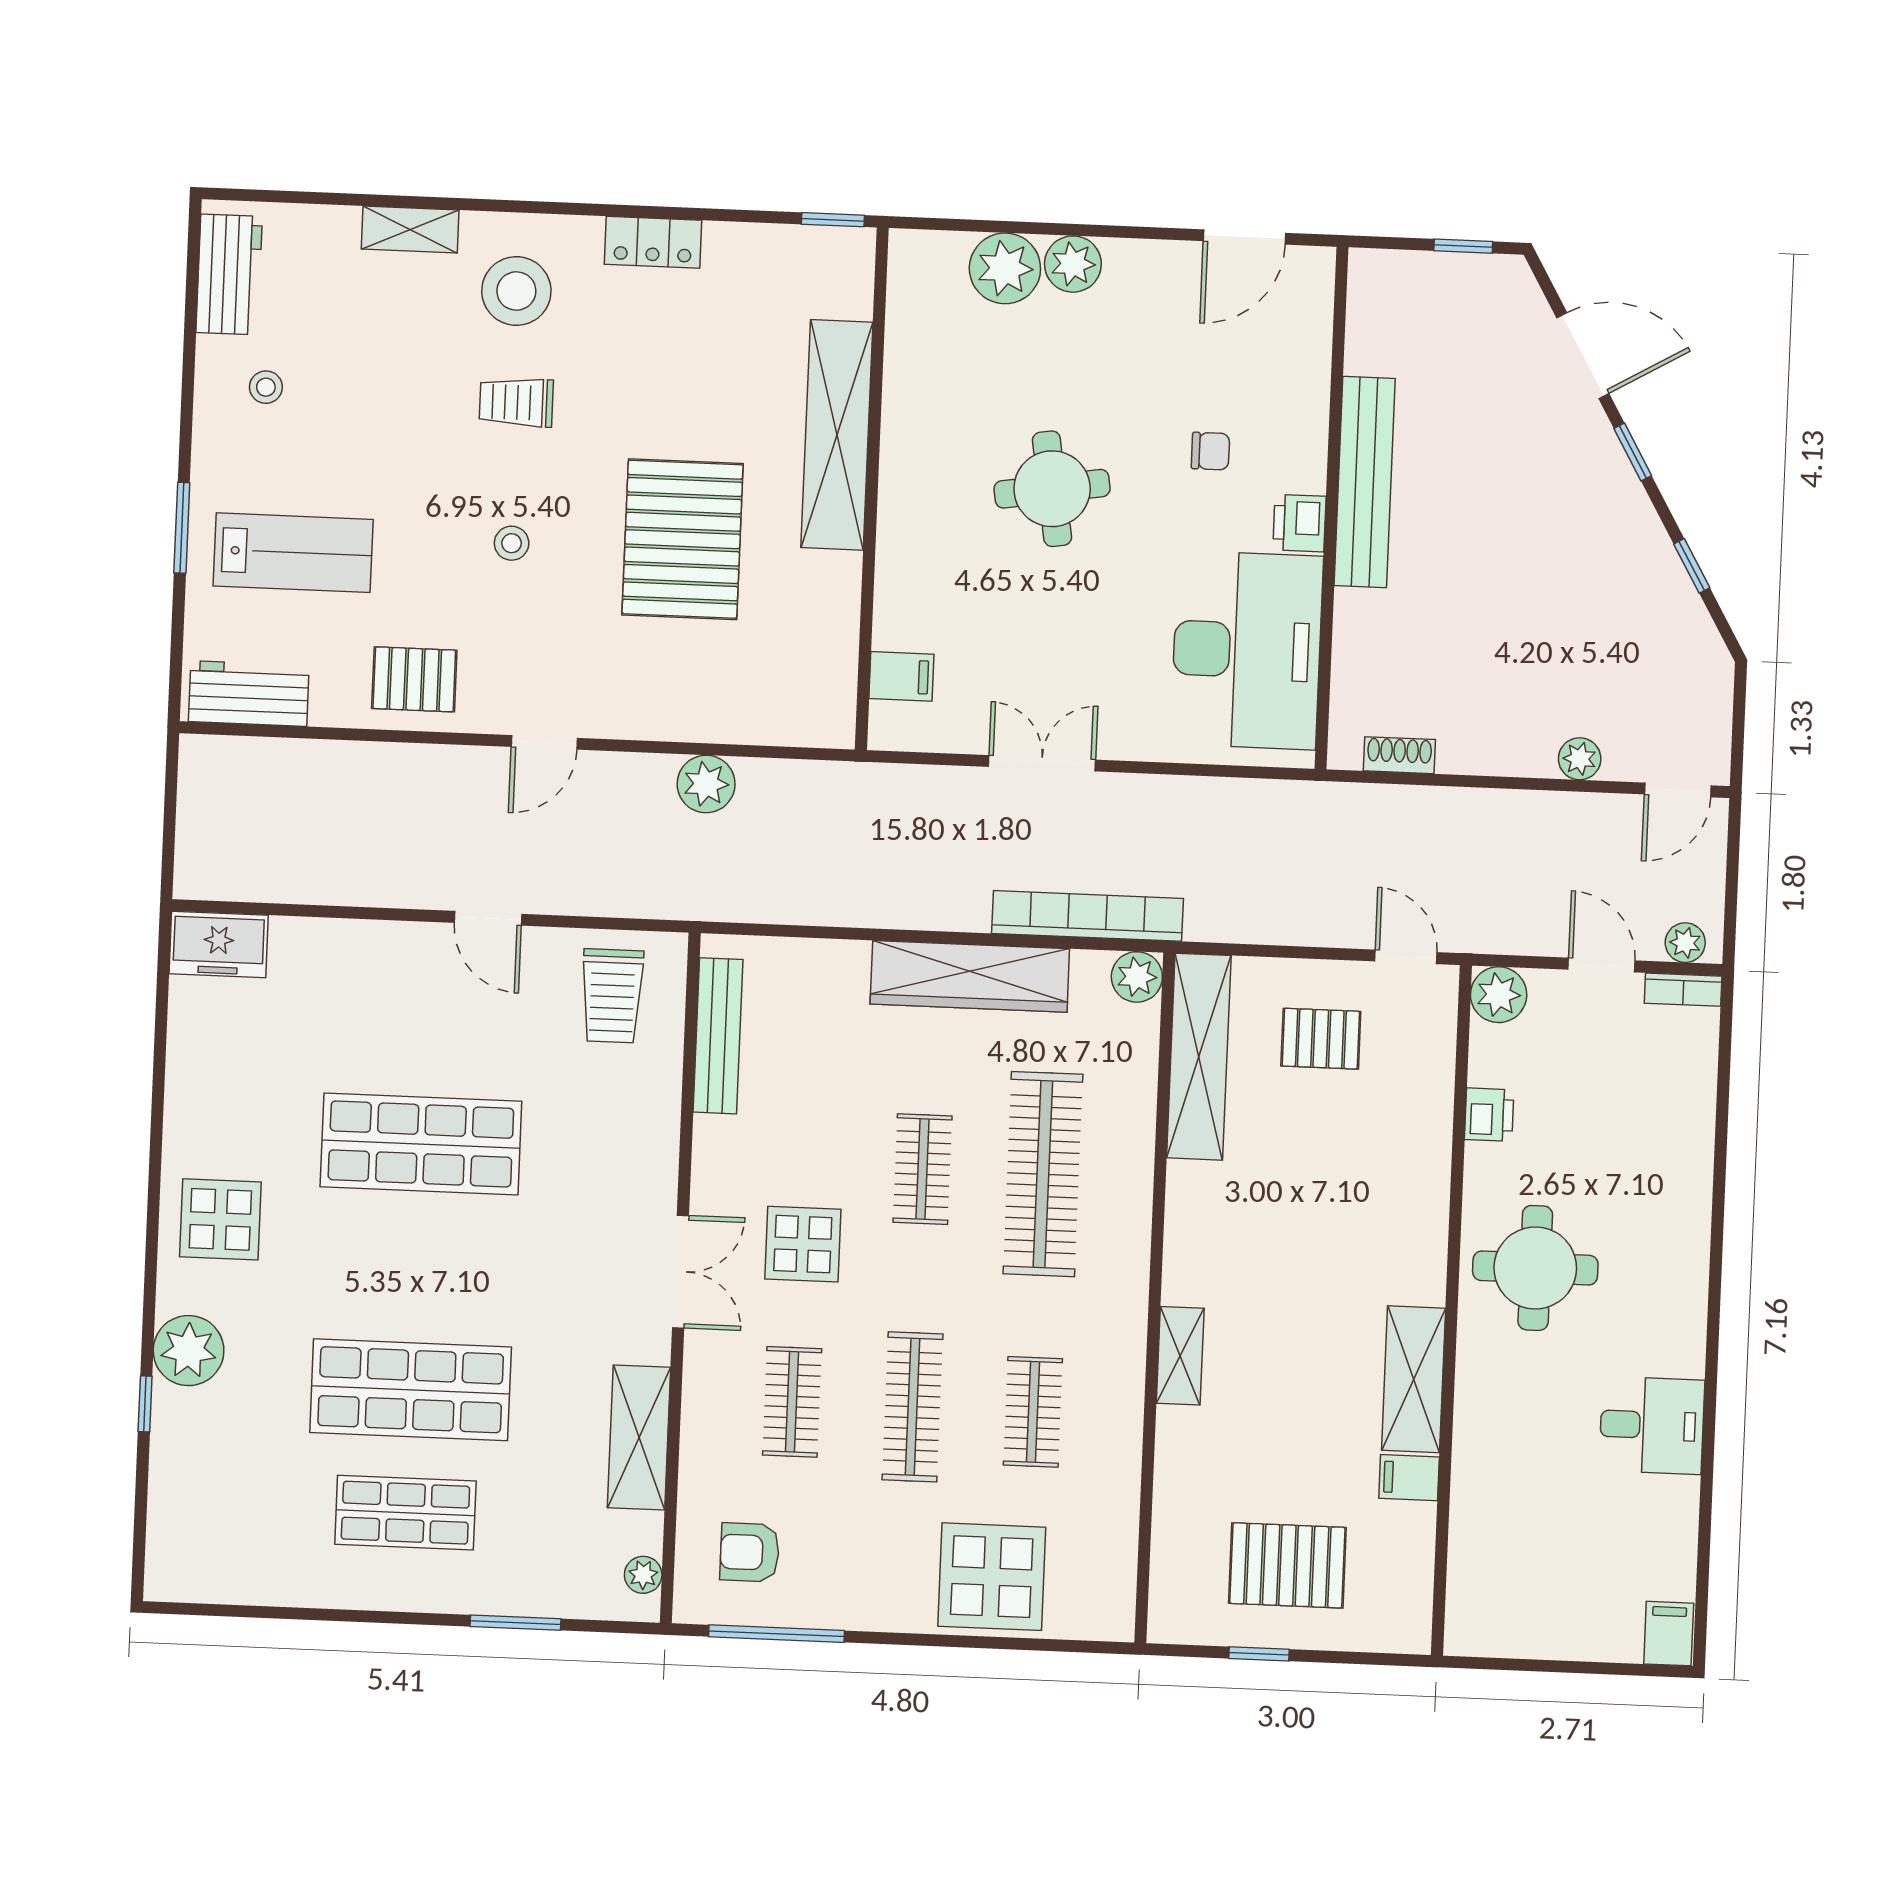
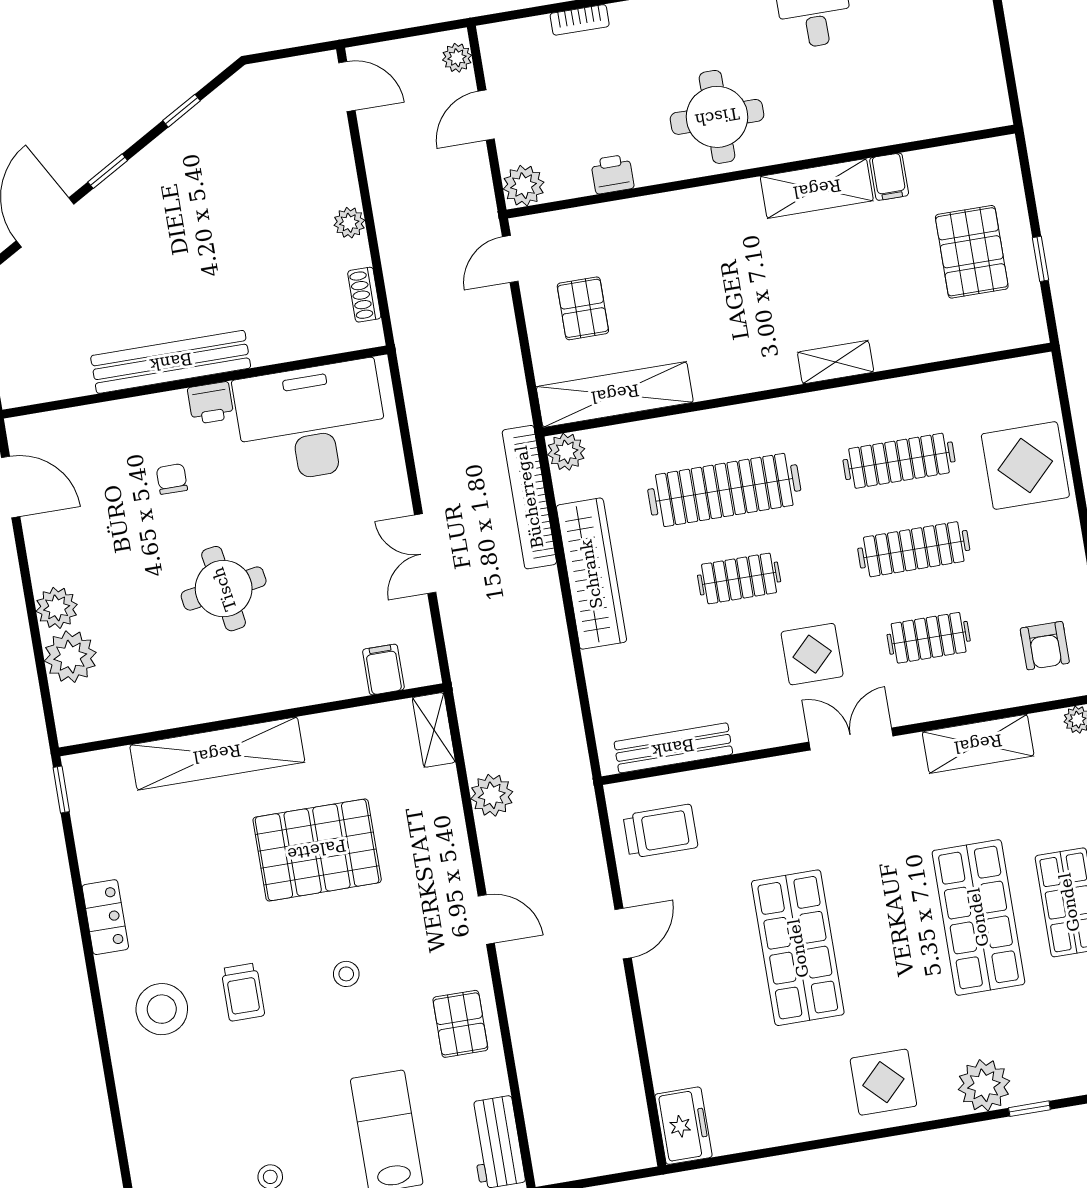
shelving: (410, 230) -> (434, 730), moved
plant: (1580, 759) -> (349, 223), moved
bookcase: (1683, 990) -> (580, 20), moved, turned 90
clothes rail: (1033, 1412) -> (899, 461), width x1.36

